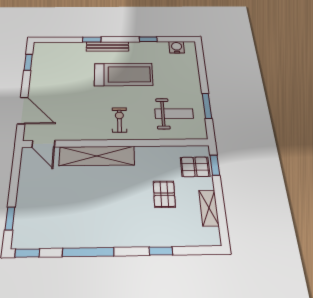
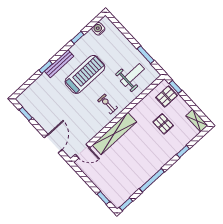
door: (23, 111) -> (53, 144), hinge flipped
shelving: (209, 208) -> (197, 121), moved

